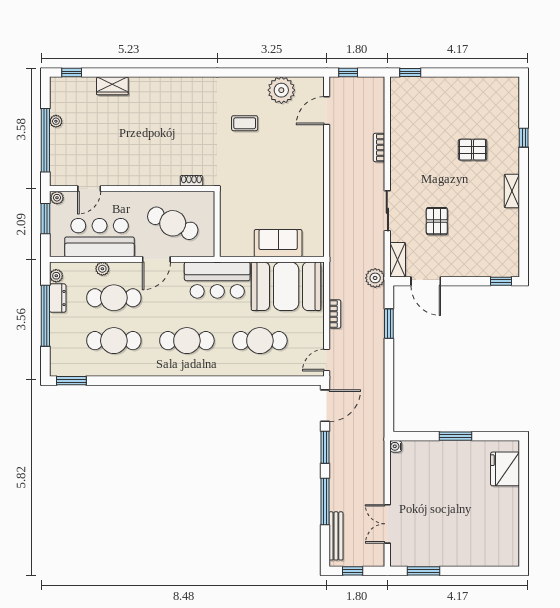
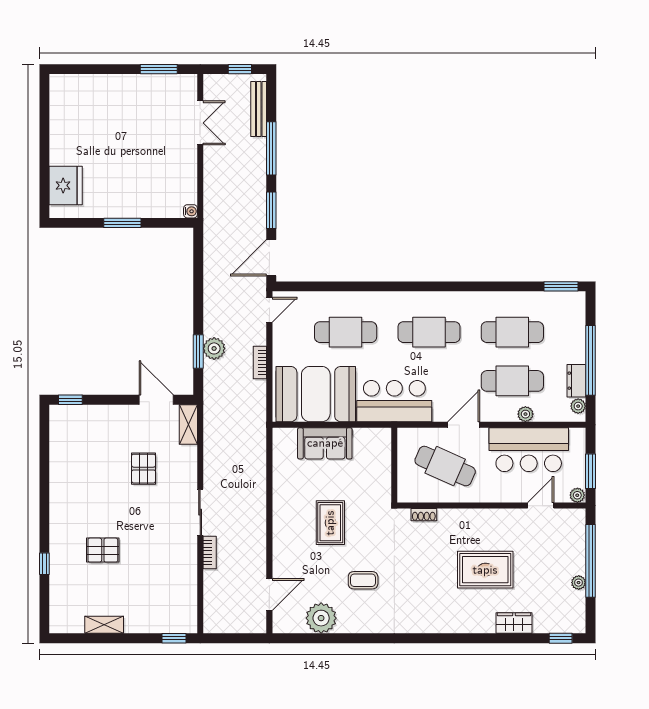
window: (348, 72) -> (245, 638), removed
rug: (138, 133) -> (485, 570), added
rug: (273, 174) -> (330, 523), added
shelving: (512, 191) -> (104, 625), moved, turned 90
sliding door: (387, 211) -> (200, 512), moved
plant: (375, 278) -> (214, 348), moved

